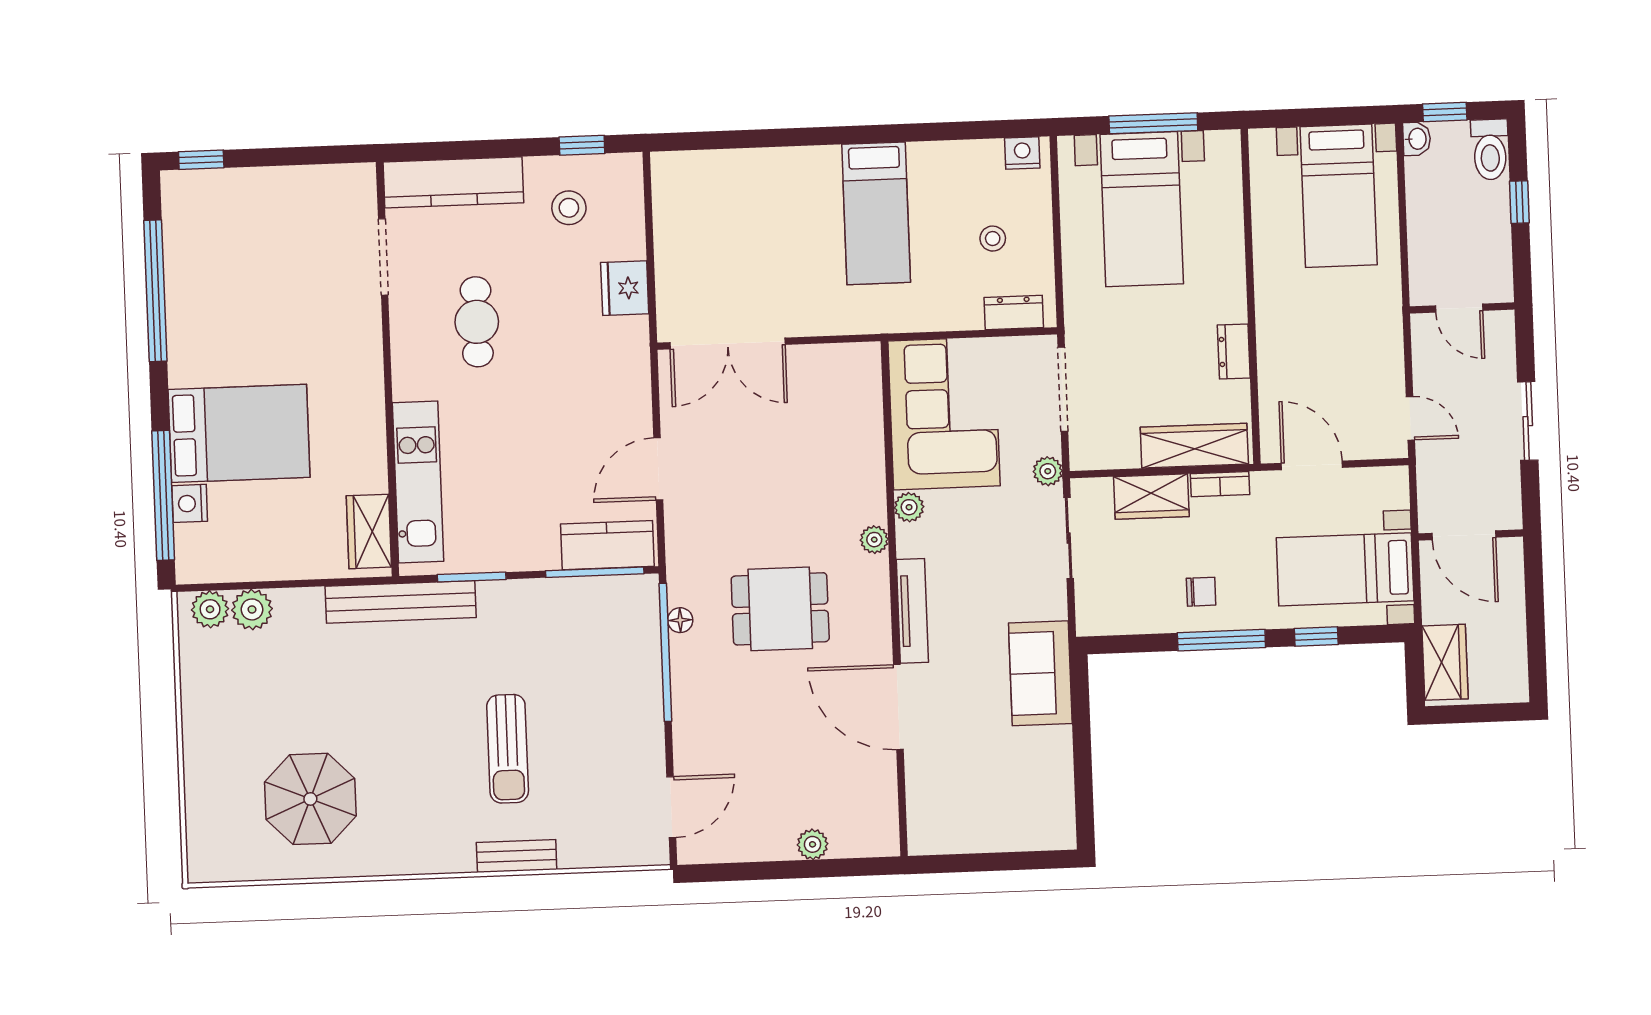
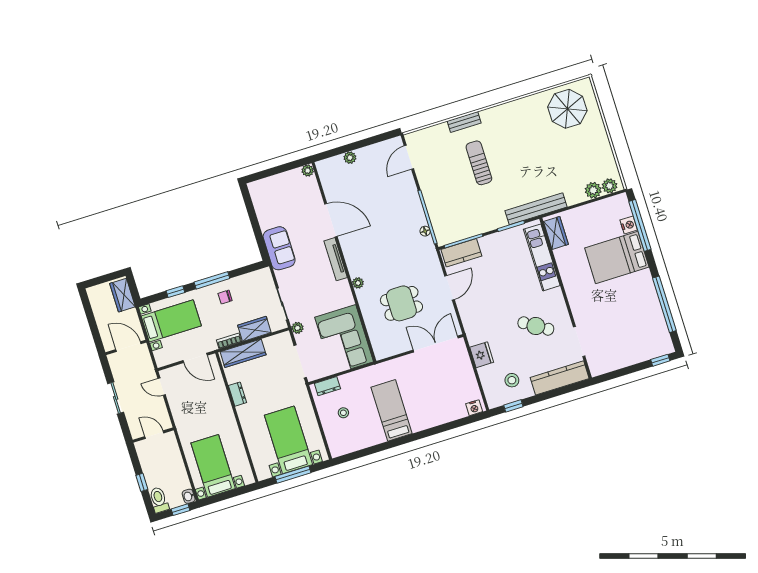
nightstand: (1022, 153) -> (474, 408), moved
cafe table: (477, 322) -> (536, 326), turned -58
plant: (909, 507) -> (308, 171), moved
dining table: (780, 609) -> (401, 303), moved
parasol: (310, 799) -> (567, 109), moved

